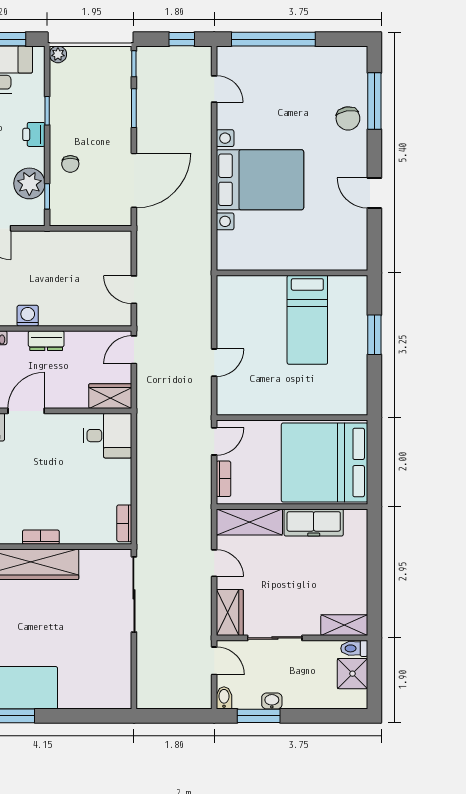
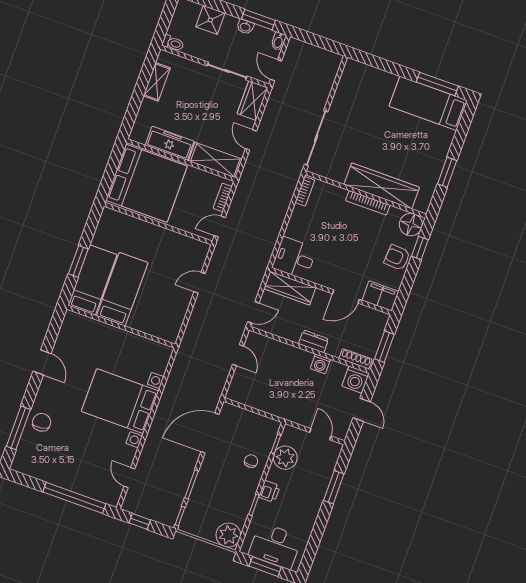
plant: (58, 54) -> (228, 535), width x1.88, depth x1.88
bed: (348, 318) -> (92, 280), added
wardrobe: (110, 396) -> (290, 288), width x1.50
bookcase: (41, 537) -> (368, 203), width x1.56
shelving: (344, 625) -> (157, 82), moved, turned 90
shower: (353, 674) -> (210, 20), moved

